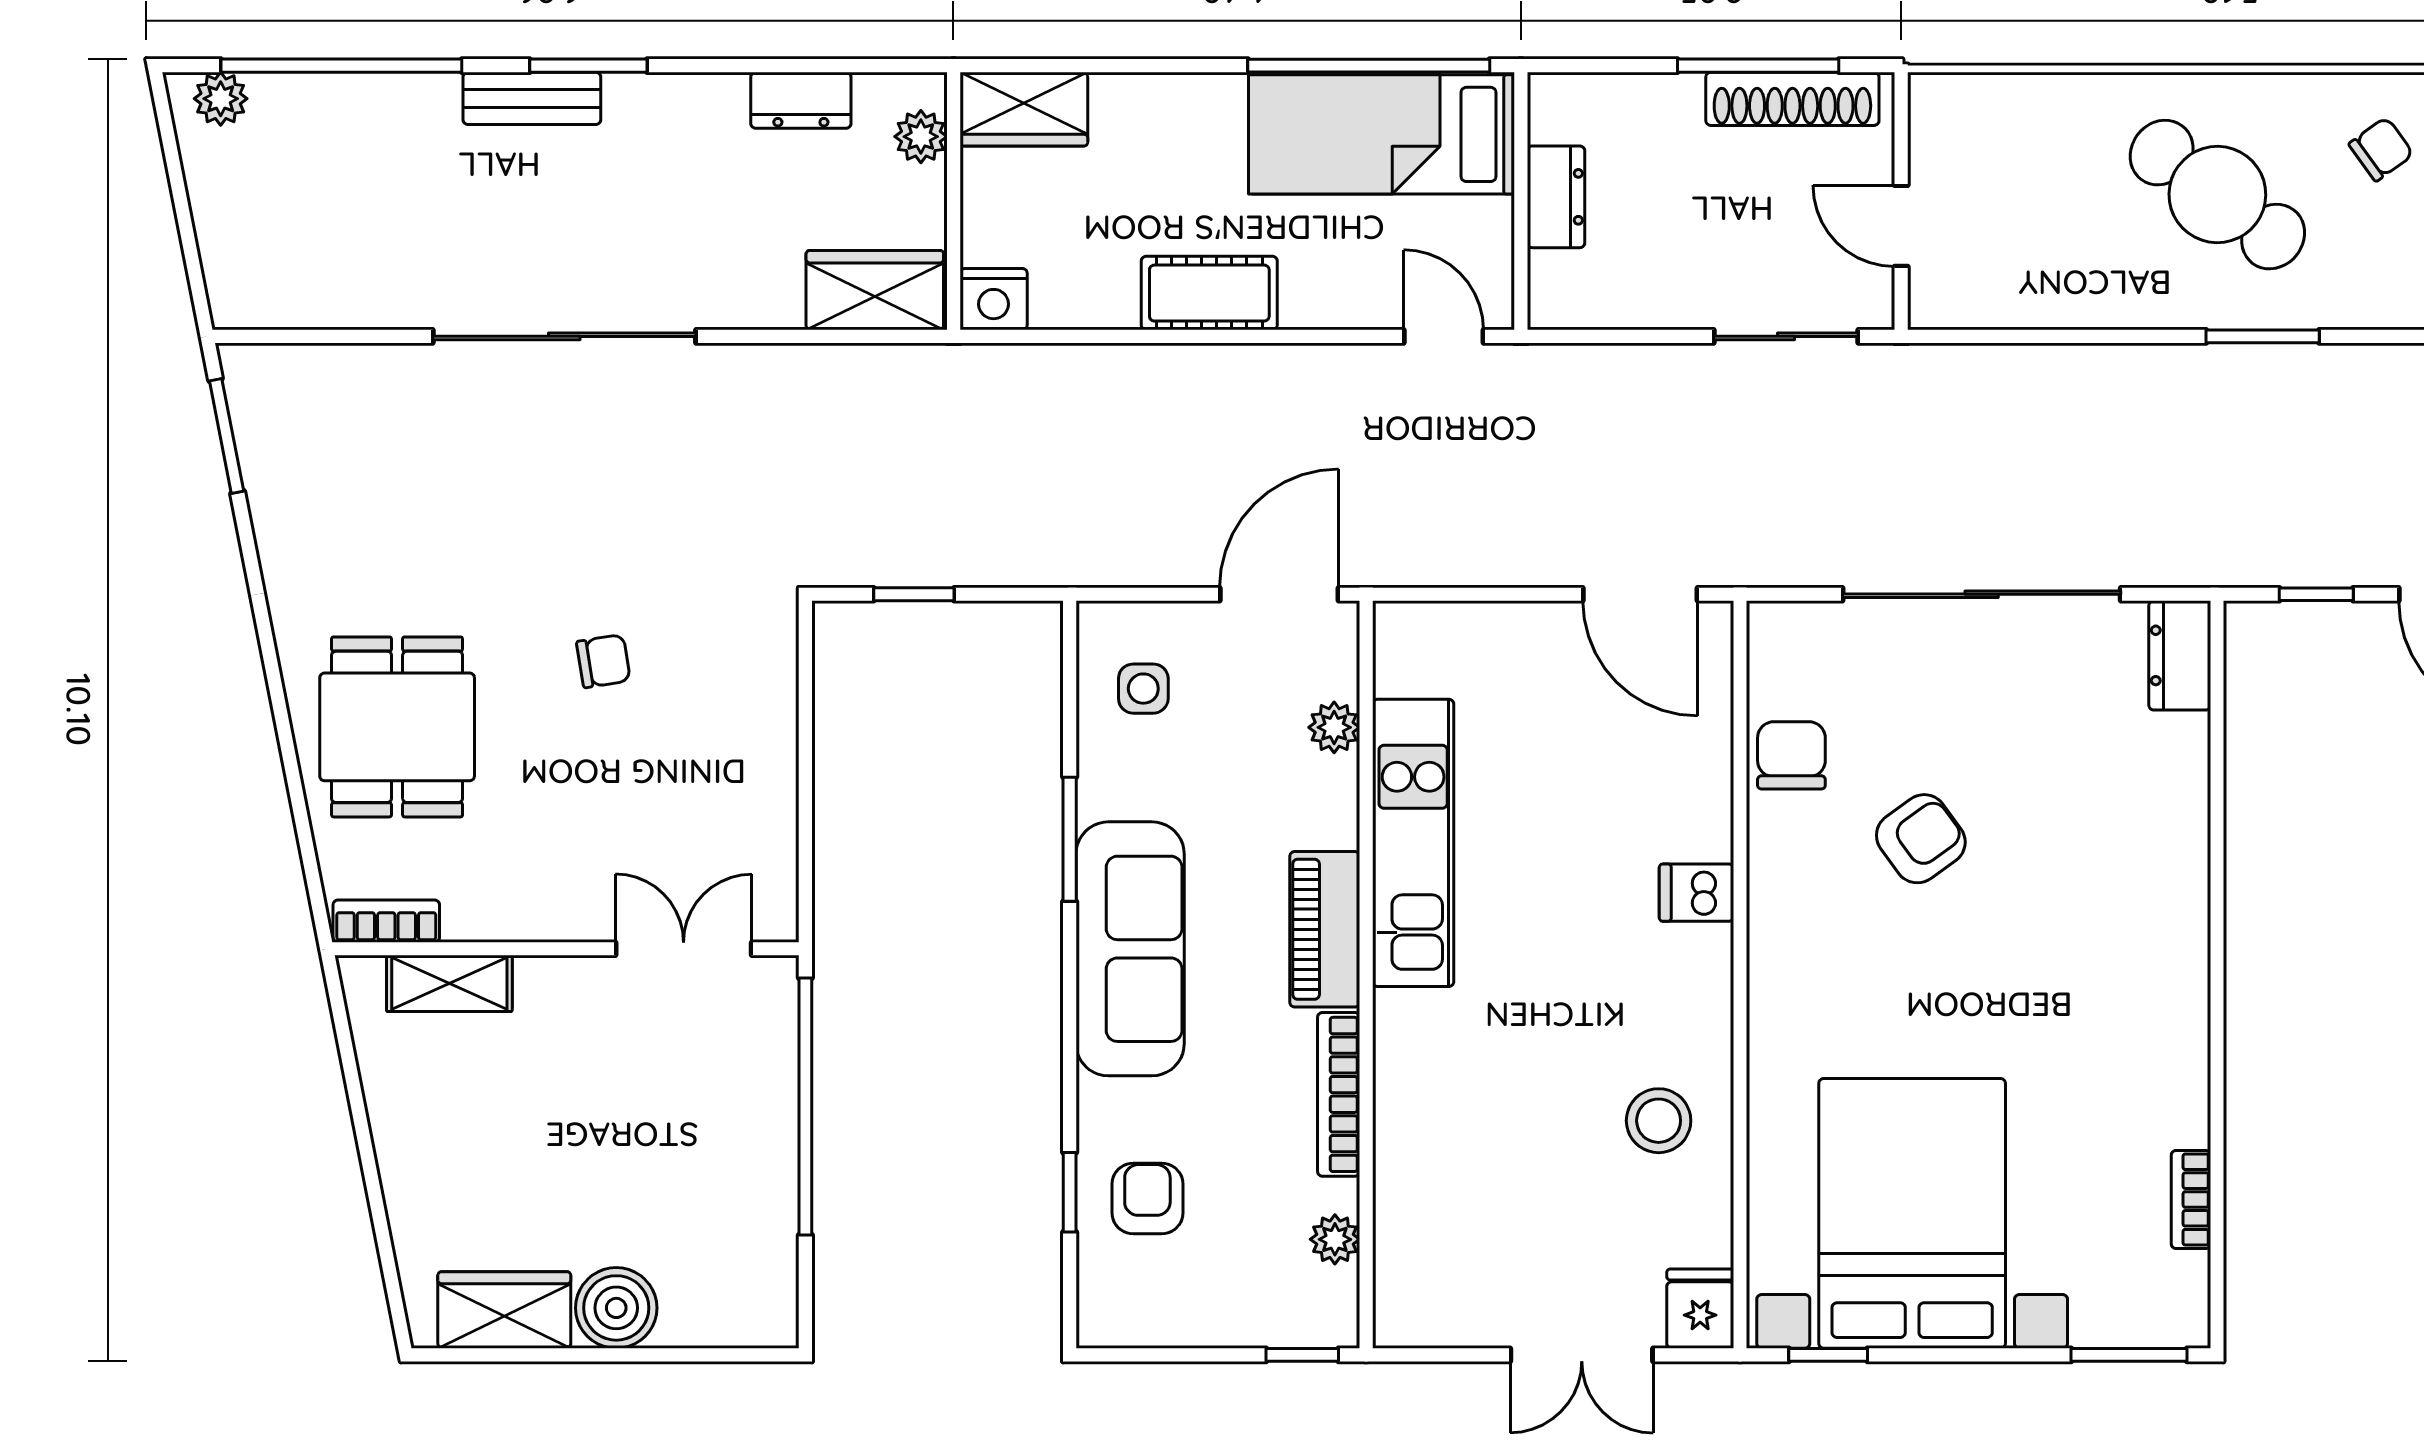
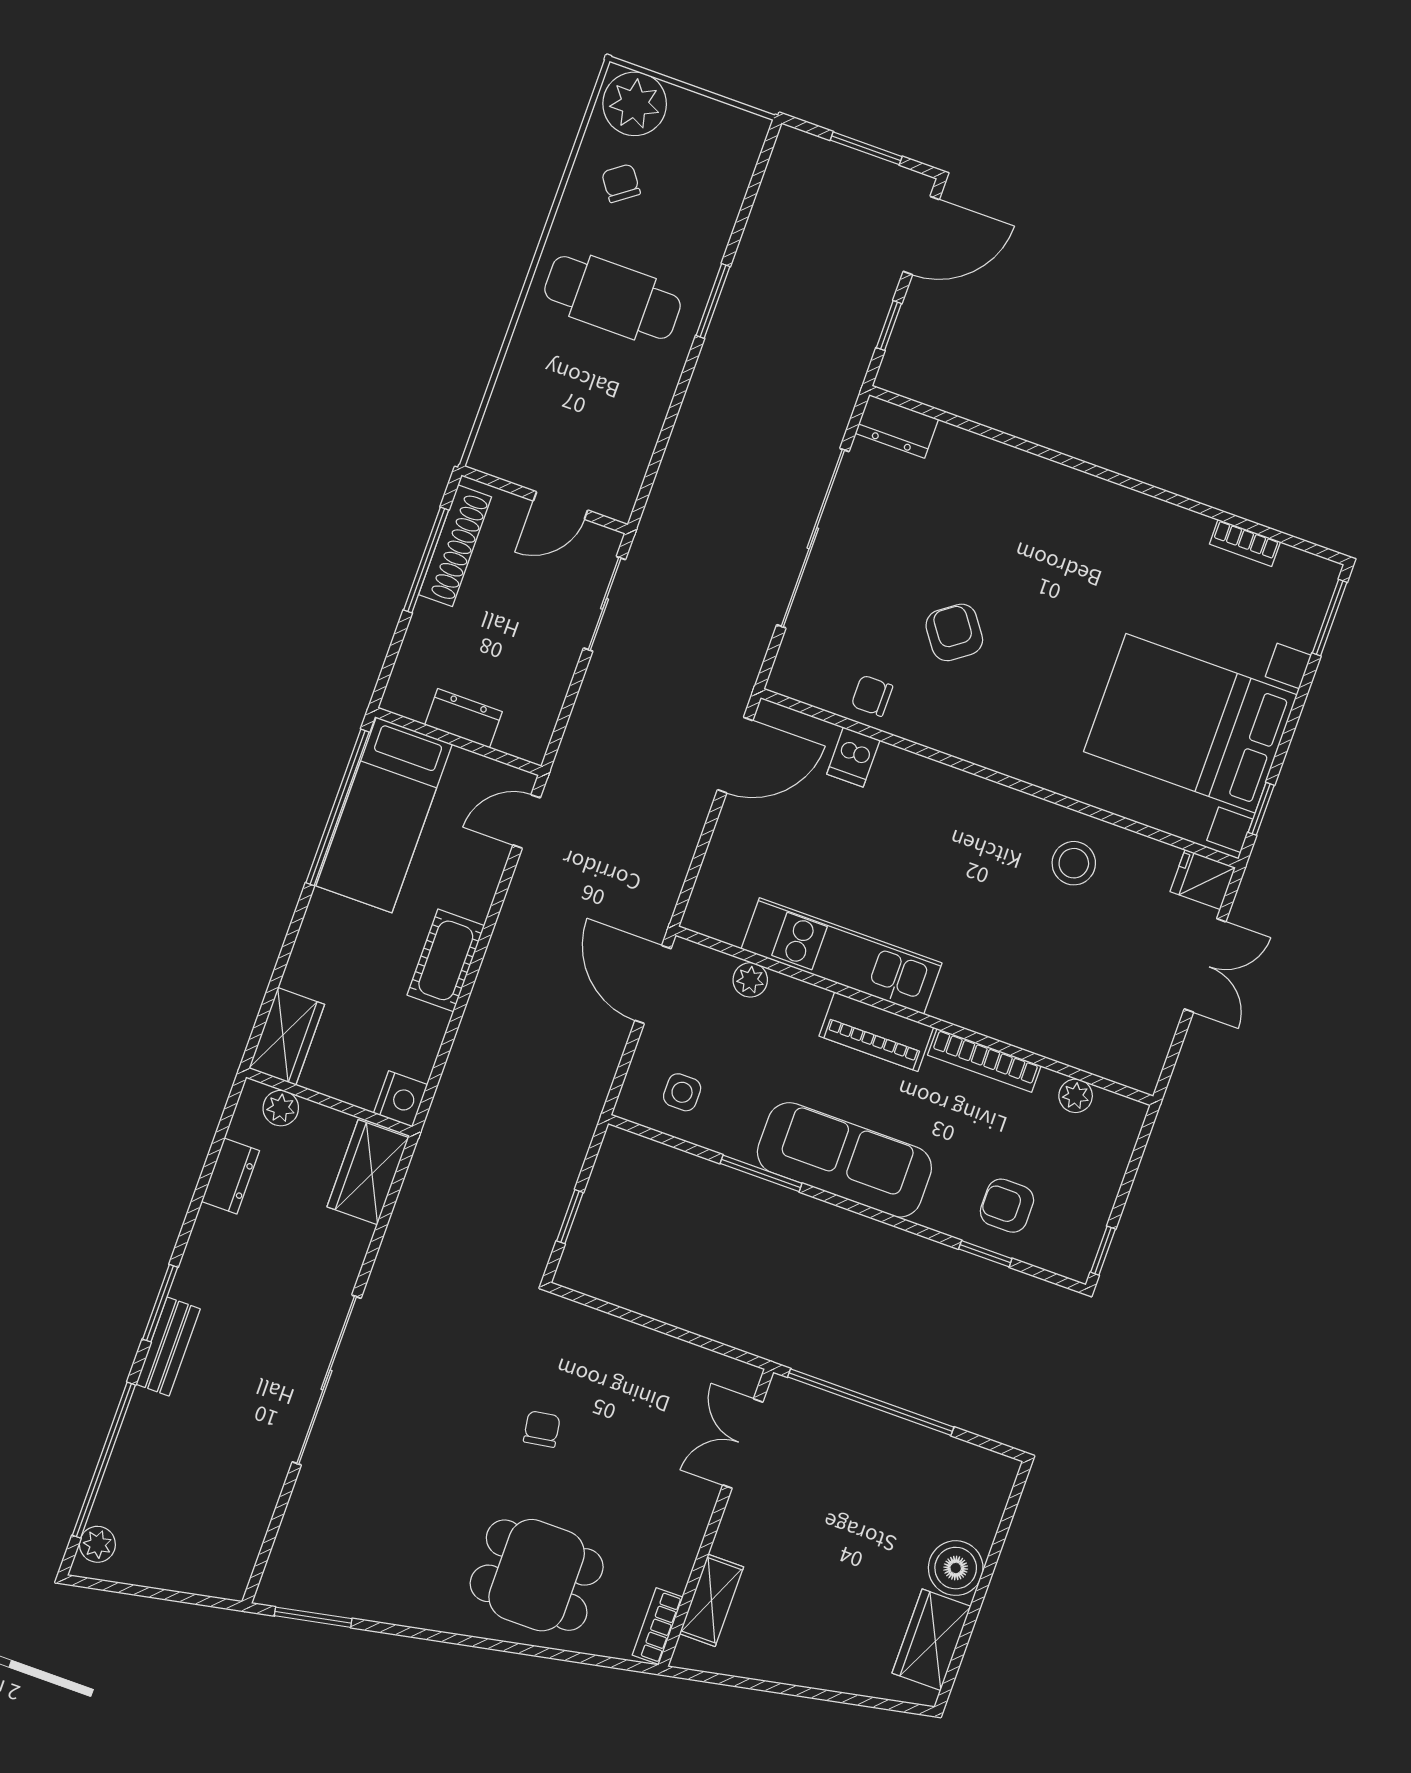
cafe table: (2217, 195) -> (613, 298), turned 53
chair: (1791, 755) -> (872, 696), width x0.73, depth x0.73
dishwasher: (1696, 893) -> (853, 757), moved
window: (1302, 1355) -> (1103, 1251), moved

